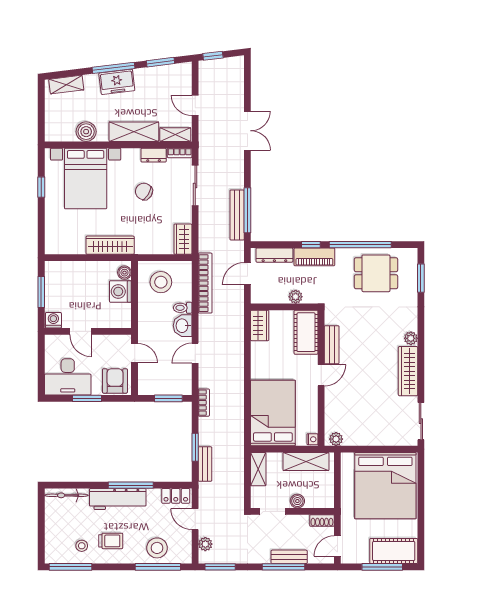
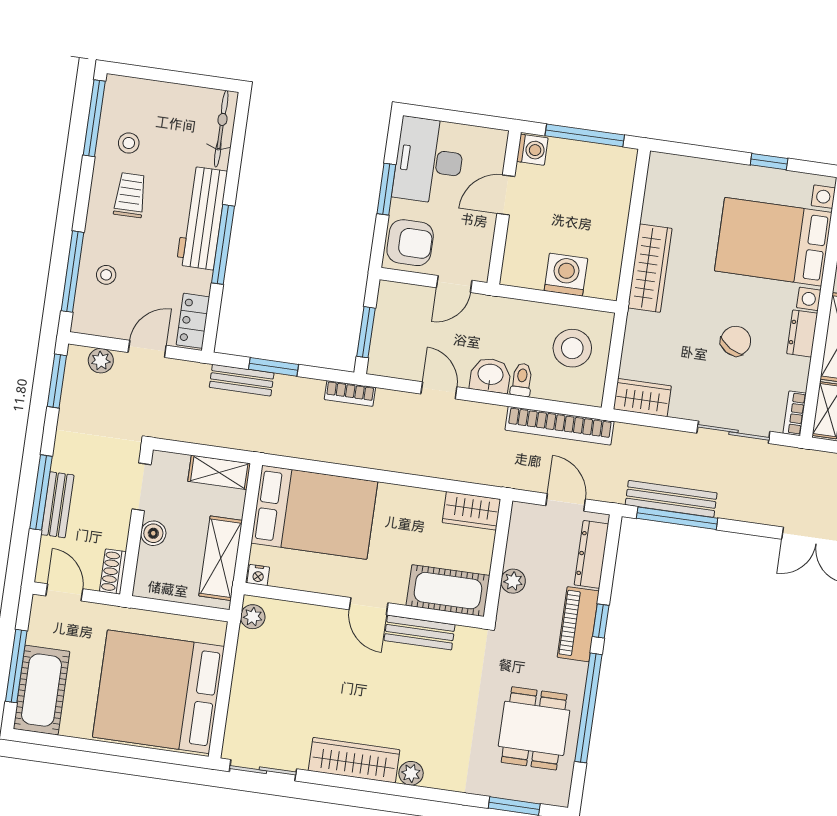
dresser: (154, 155) -> (802, 333), moved
boiler: (124, 273) -> (598, 287), removed
window: (41, 292) -> (585, 135), width x1.44
trolley: (111, 541) -> (130, 195), turned 180
stool: (157, 548) -> (106, 275), width x0.53, depth x0.53

